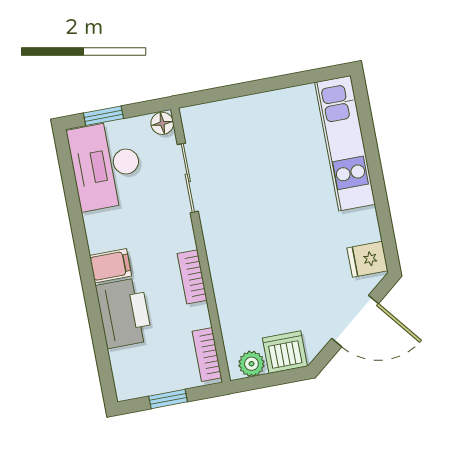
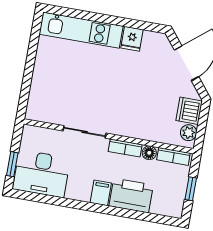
floor lamp: (162, 123) -> (149, 153), moved
sliding door: (188, 178) -> (85, 132), moved
fridge: (367, 259) -> (132, 39), moved

